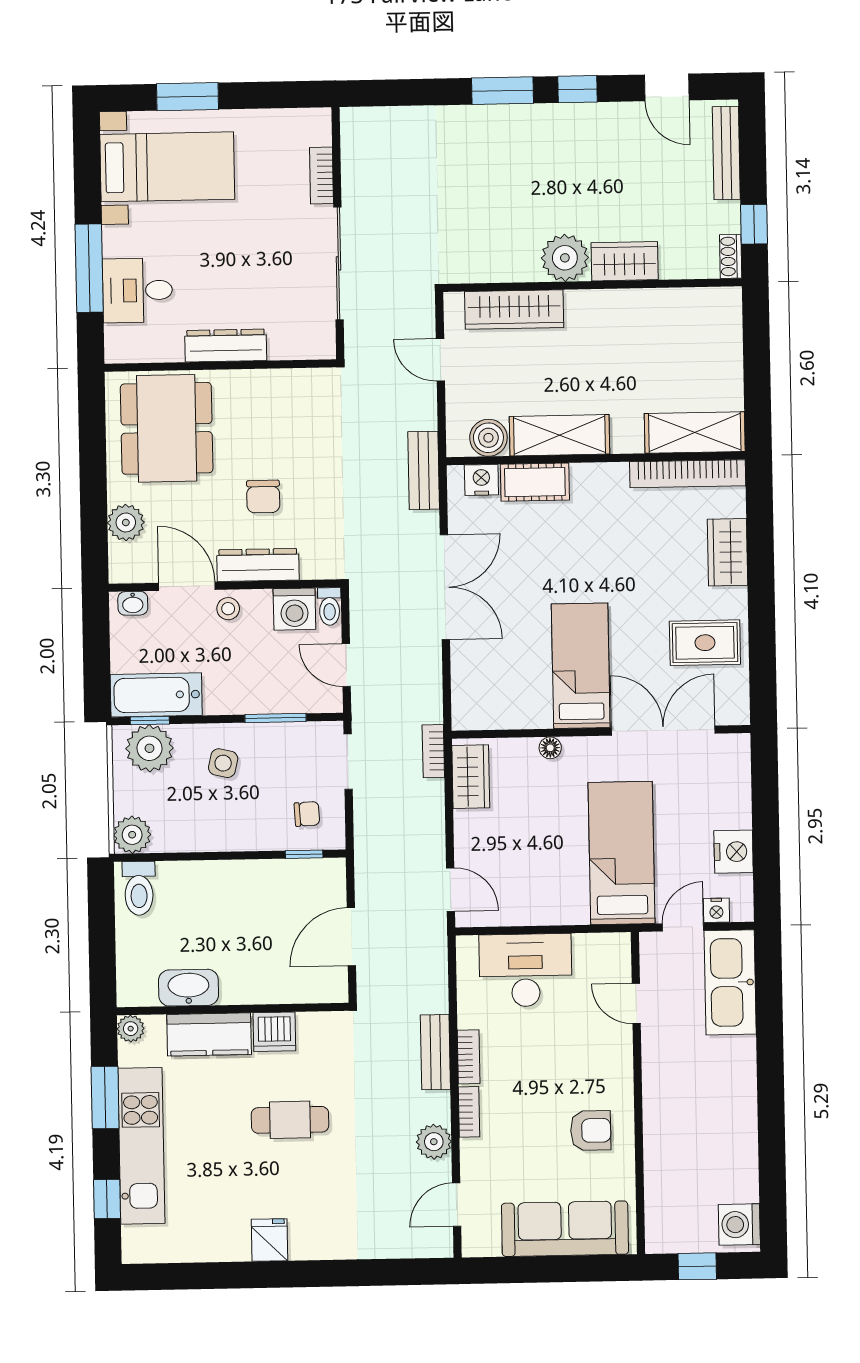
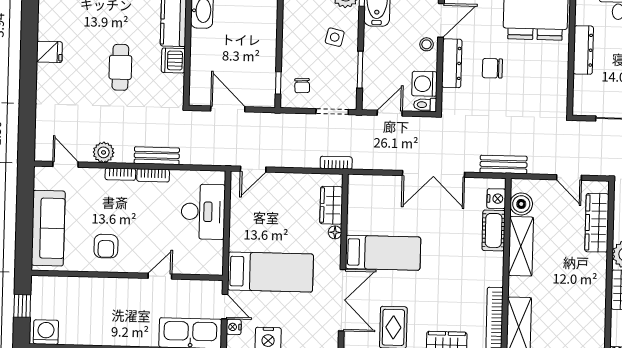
door: (440, 360) -> (569, 177), swing flipped
wardrobe: (471, 777) -> (331, 205), moved, turned 90
door: (636, 1003) -> (160, 276), moved

